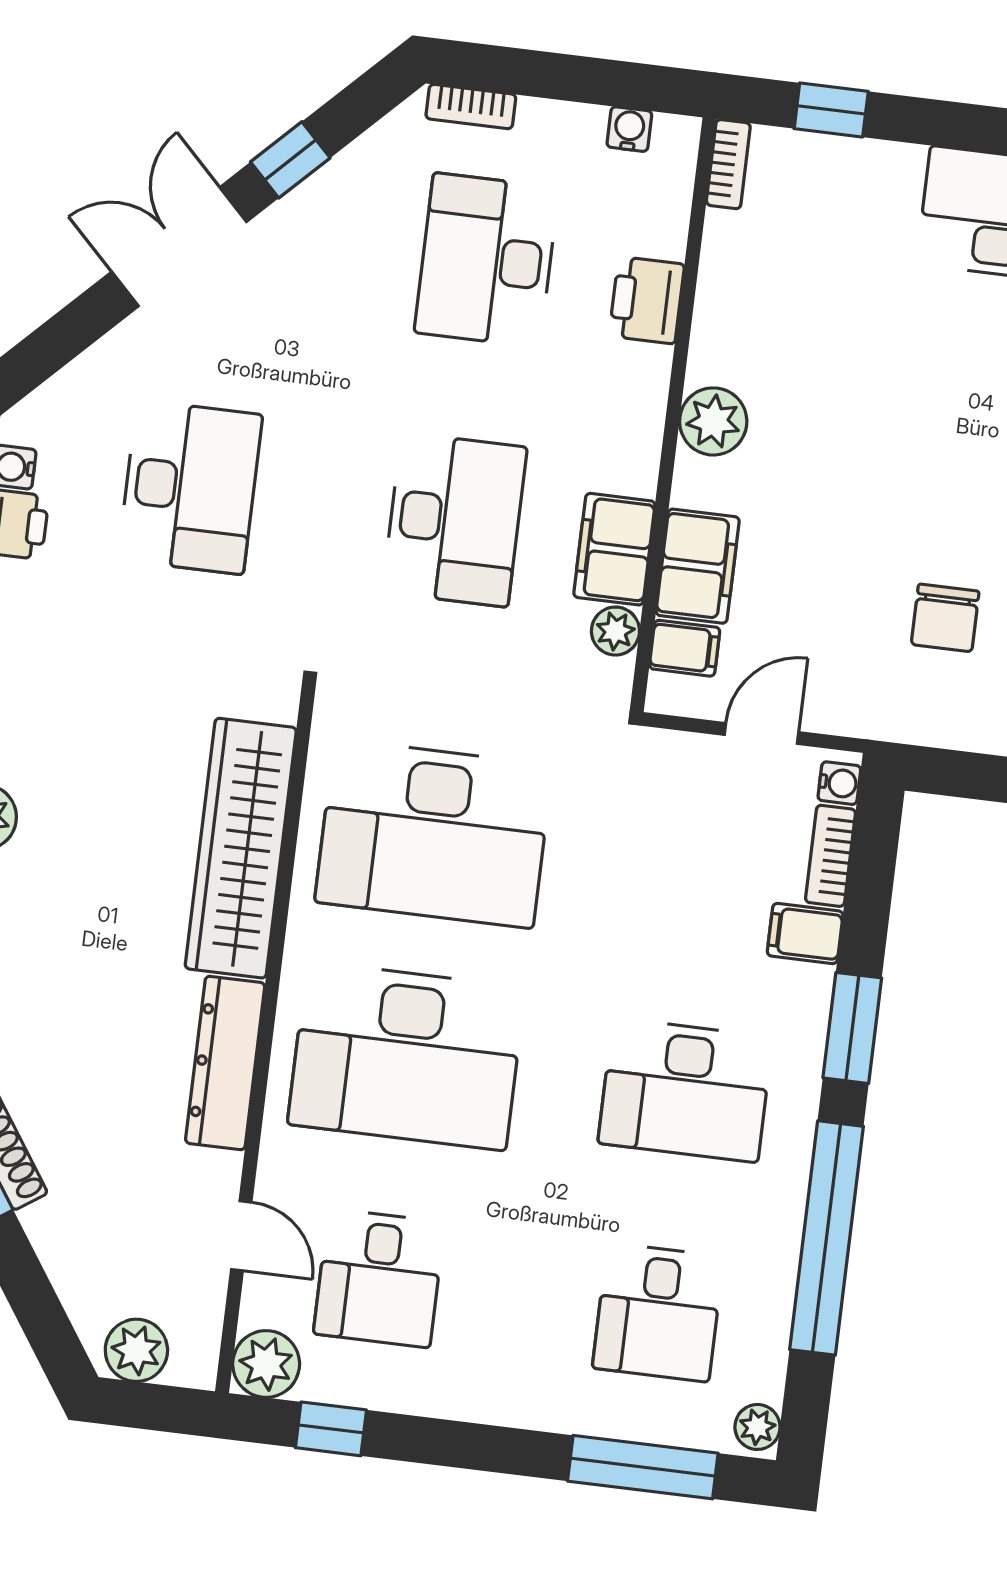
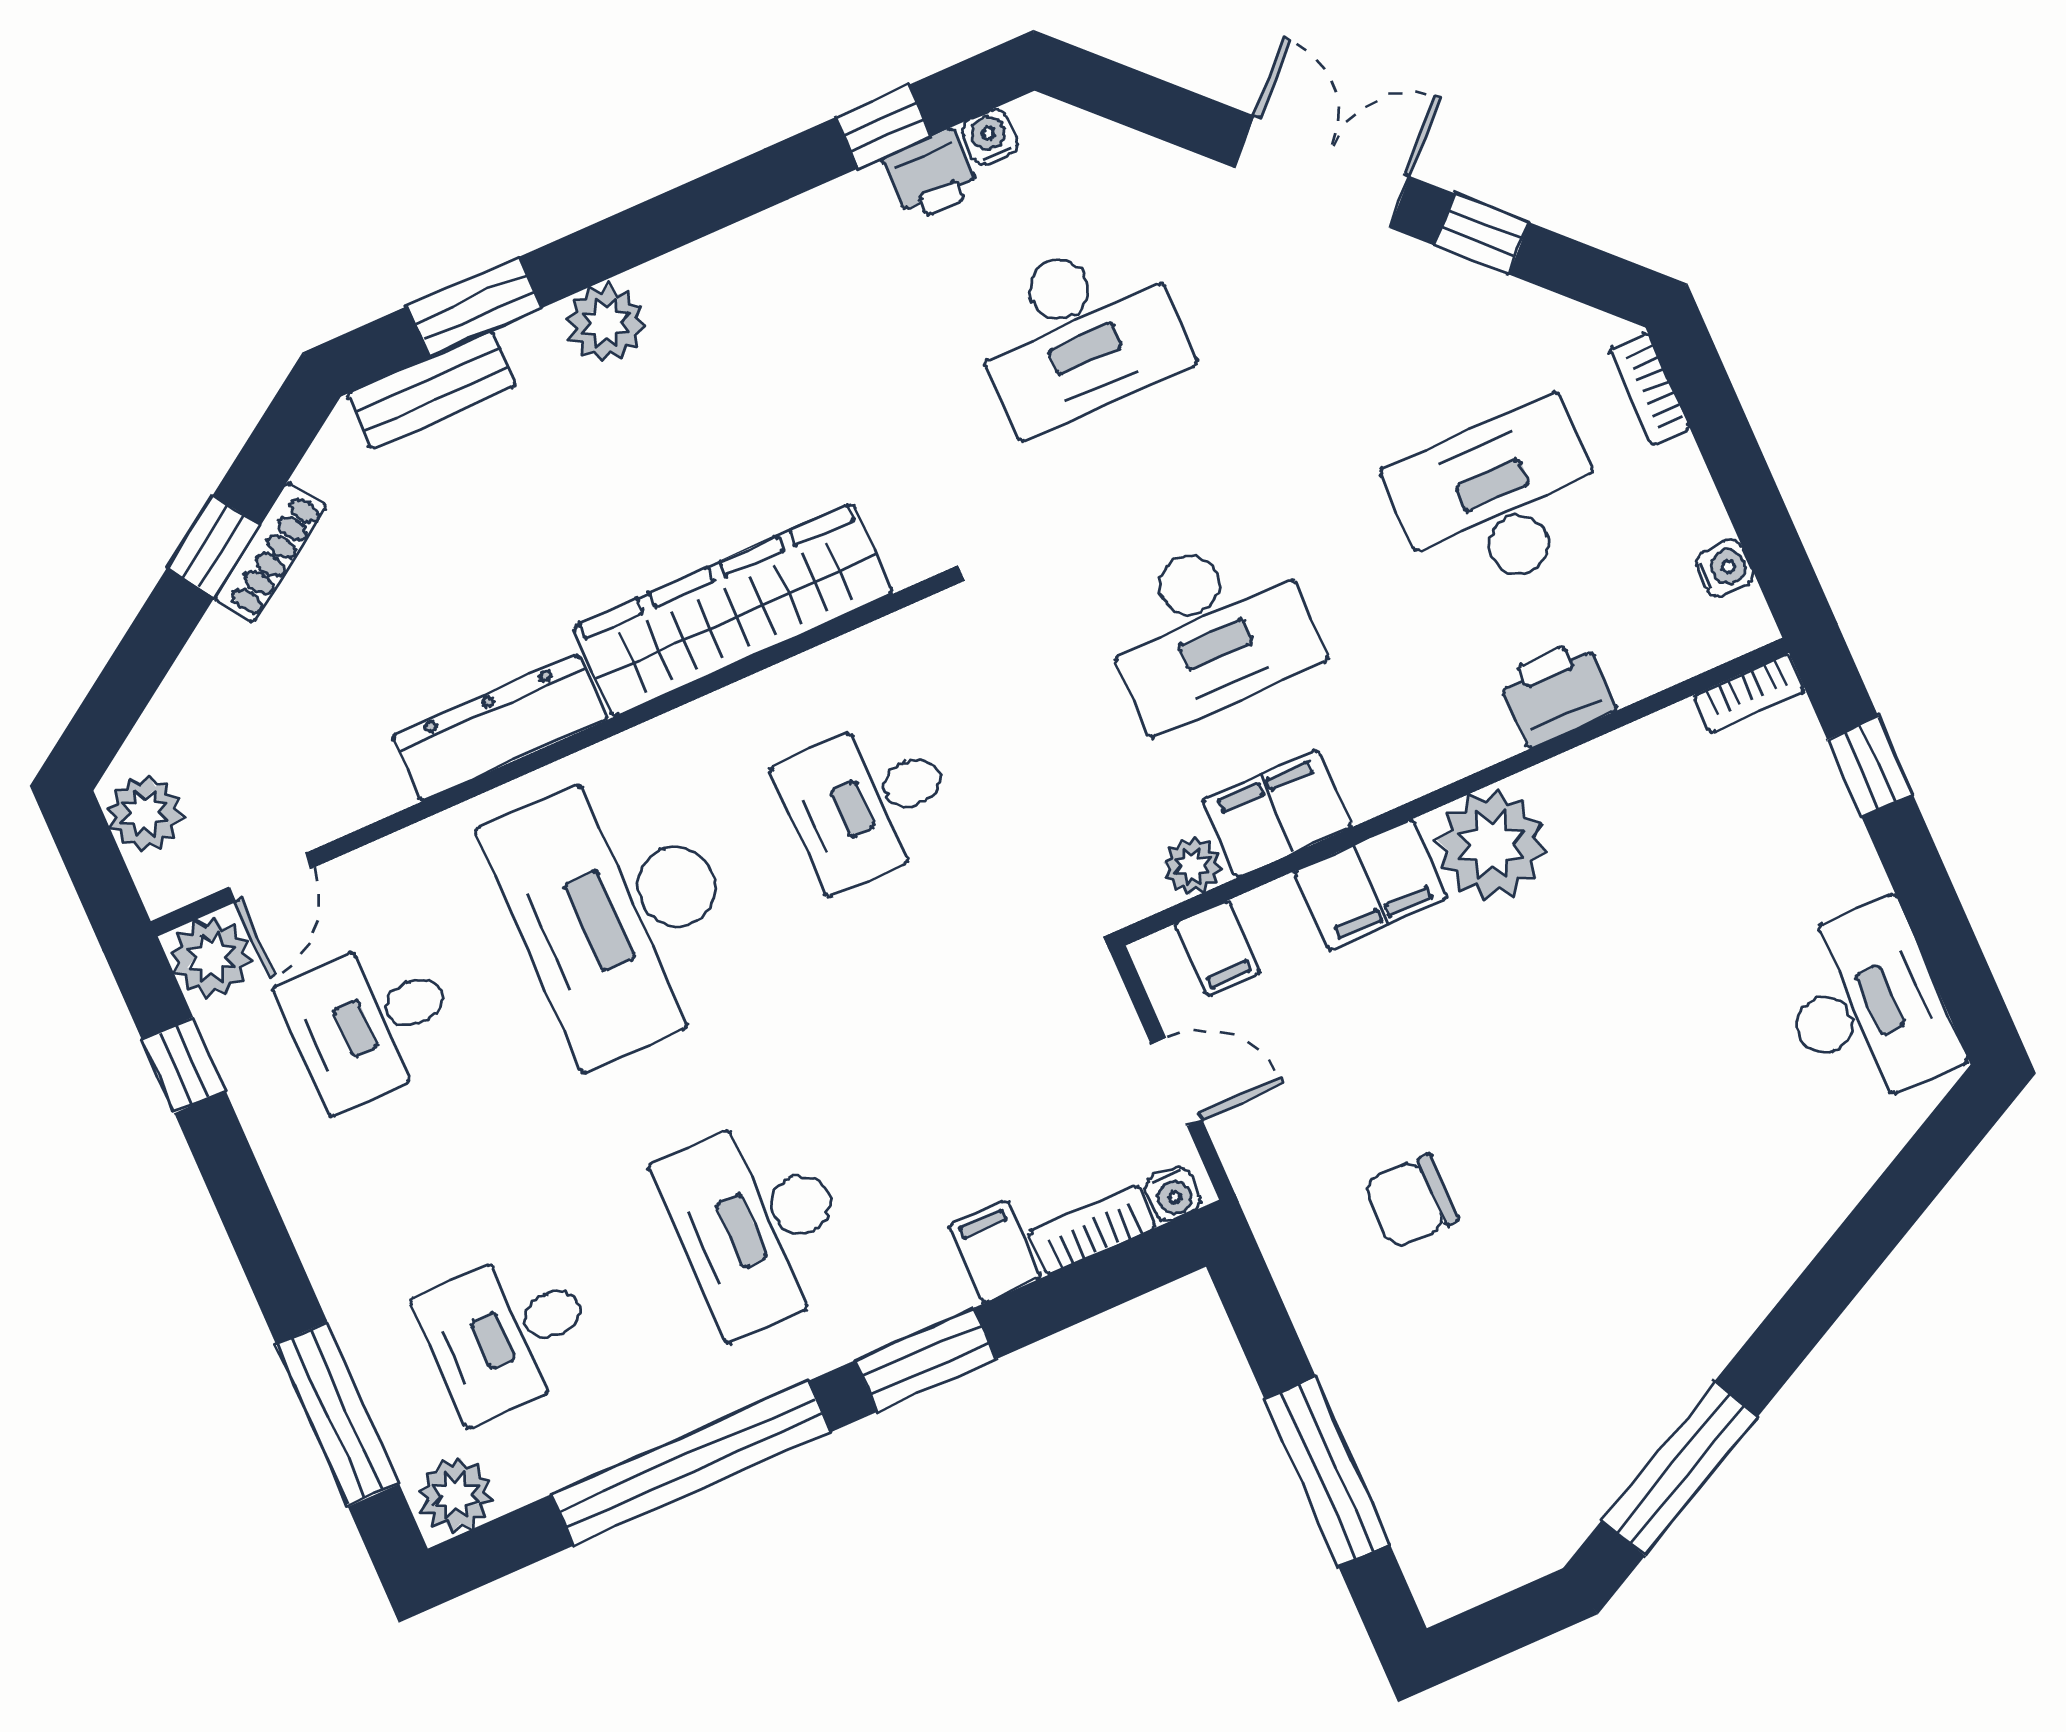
plant: (713, 421) -> (1491, 845), width x1.36, depth x1.36
filing cabinet: (698, 566) -> (1371, 885), moved
desk: (434, 834) -> (868, 802), width x0.53, depth x0.77
door: (241, 1236) -> (271, 877), moved
plant: (757, 1427) -> (456, 1495), width x1.38, depth x1.38

